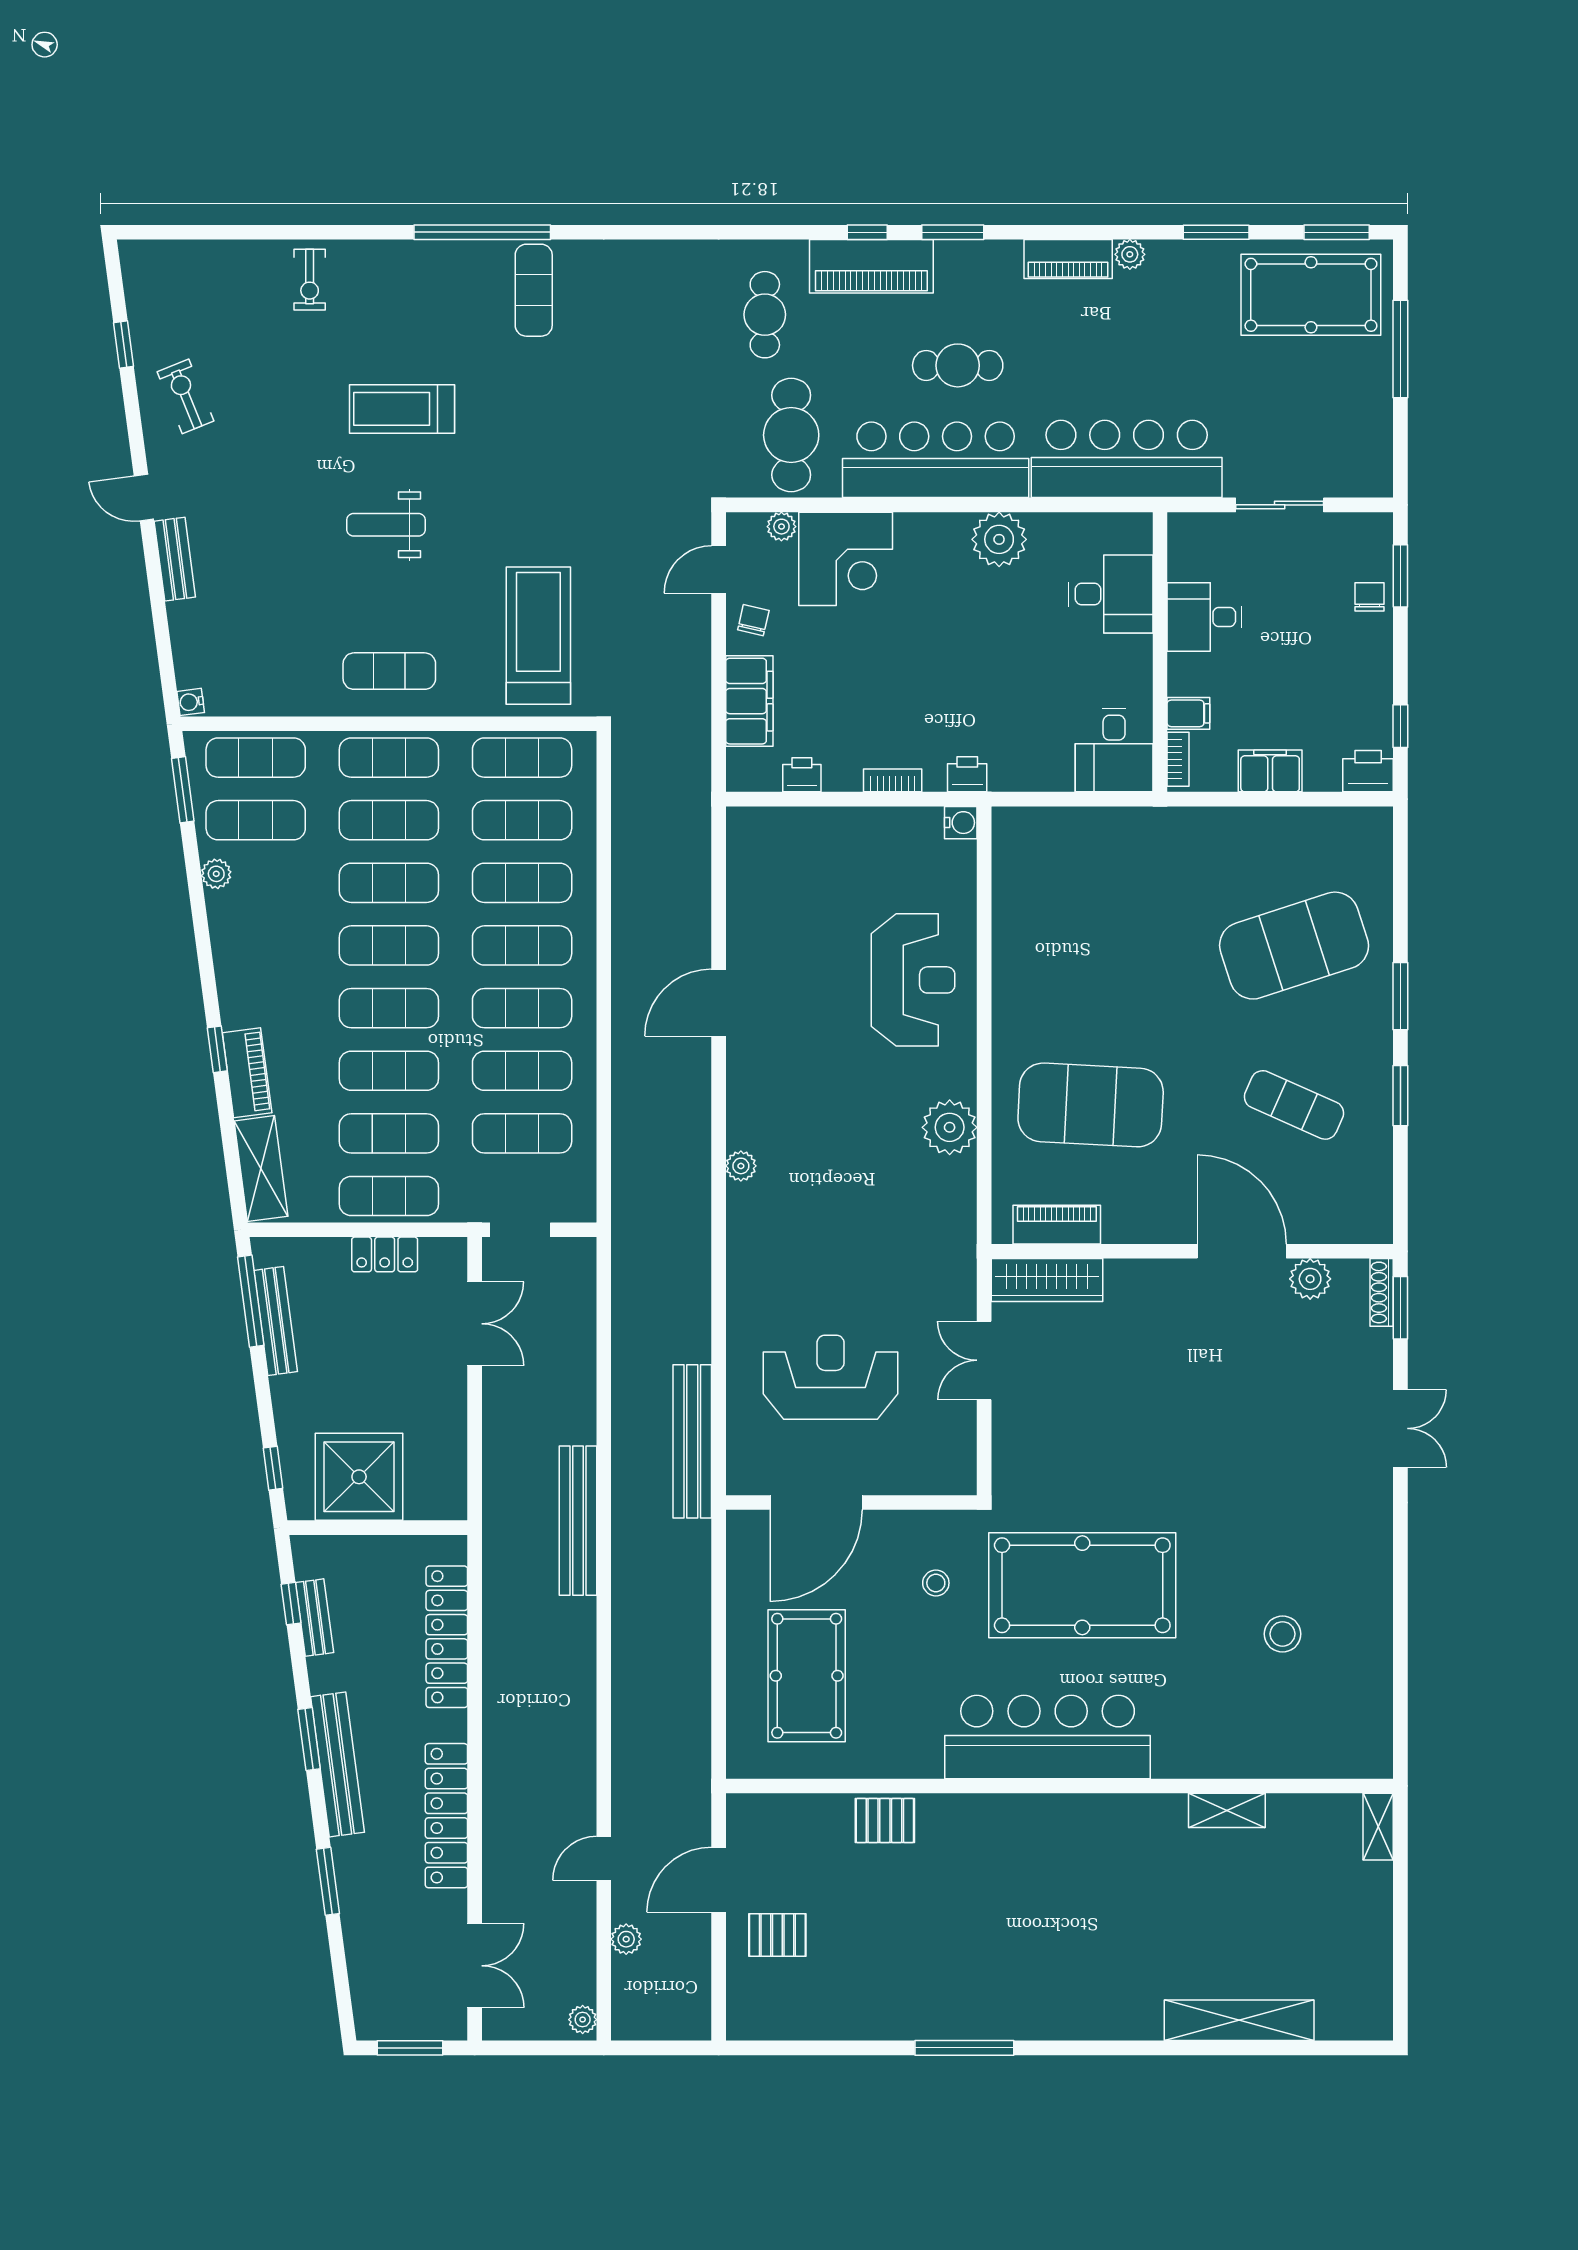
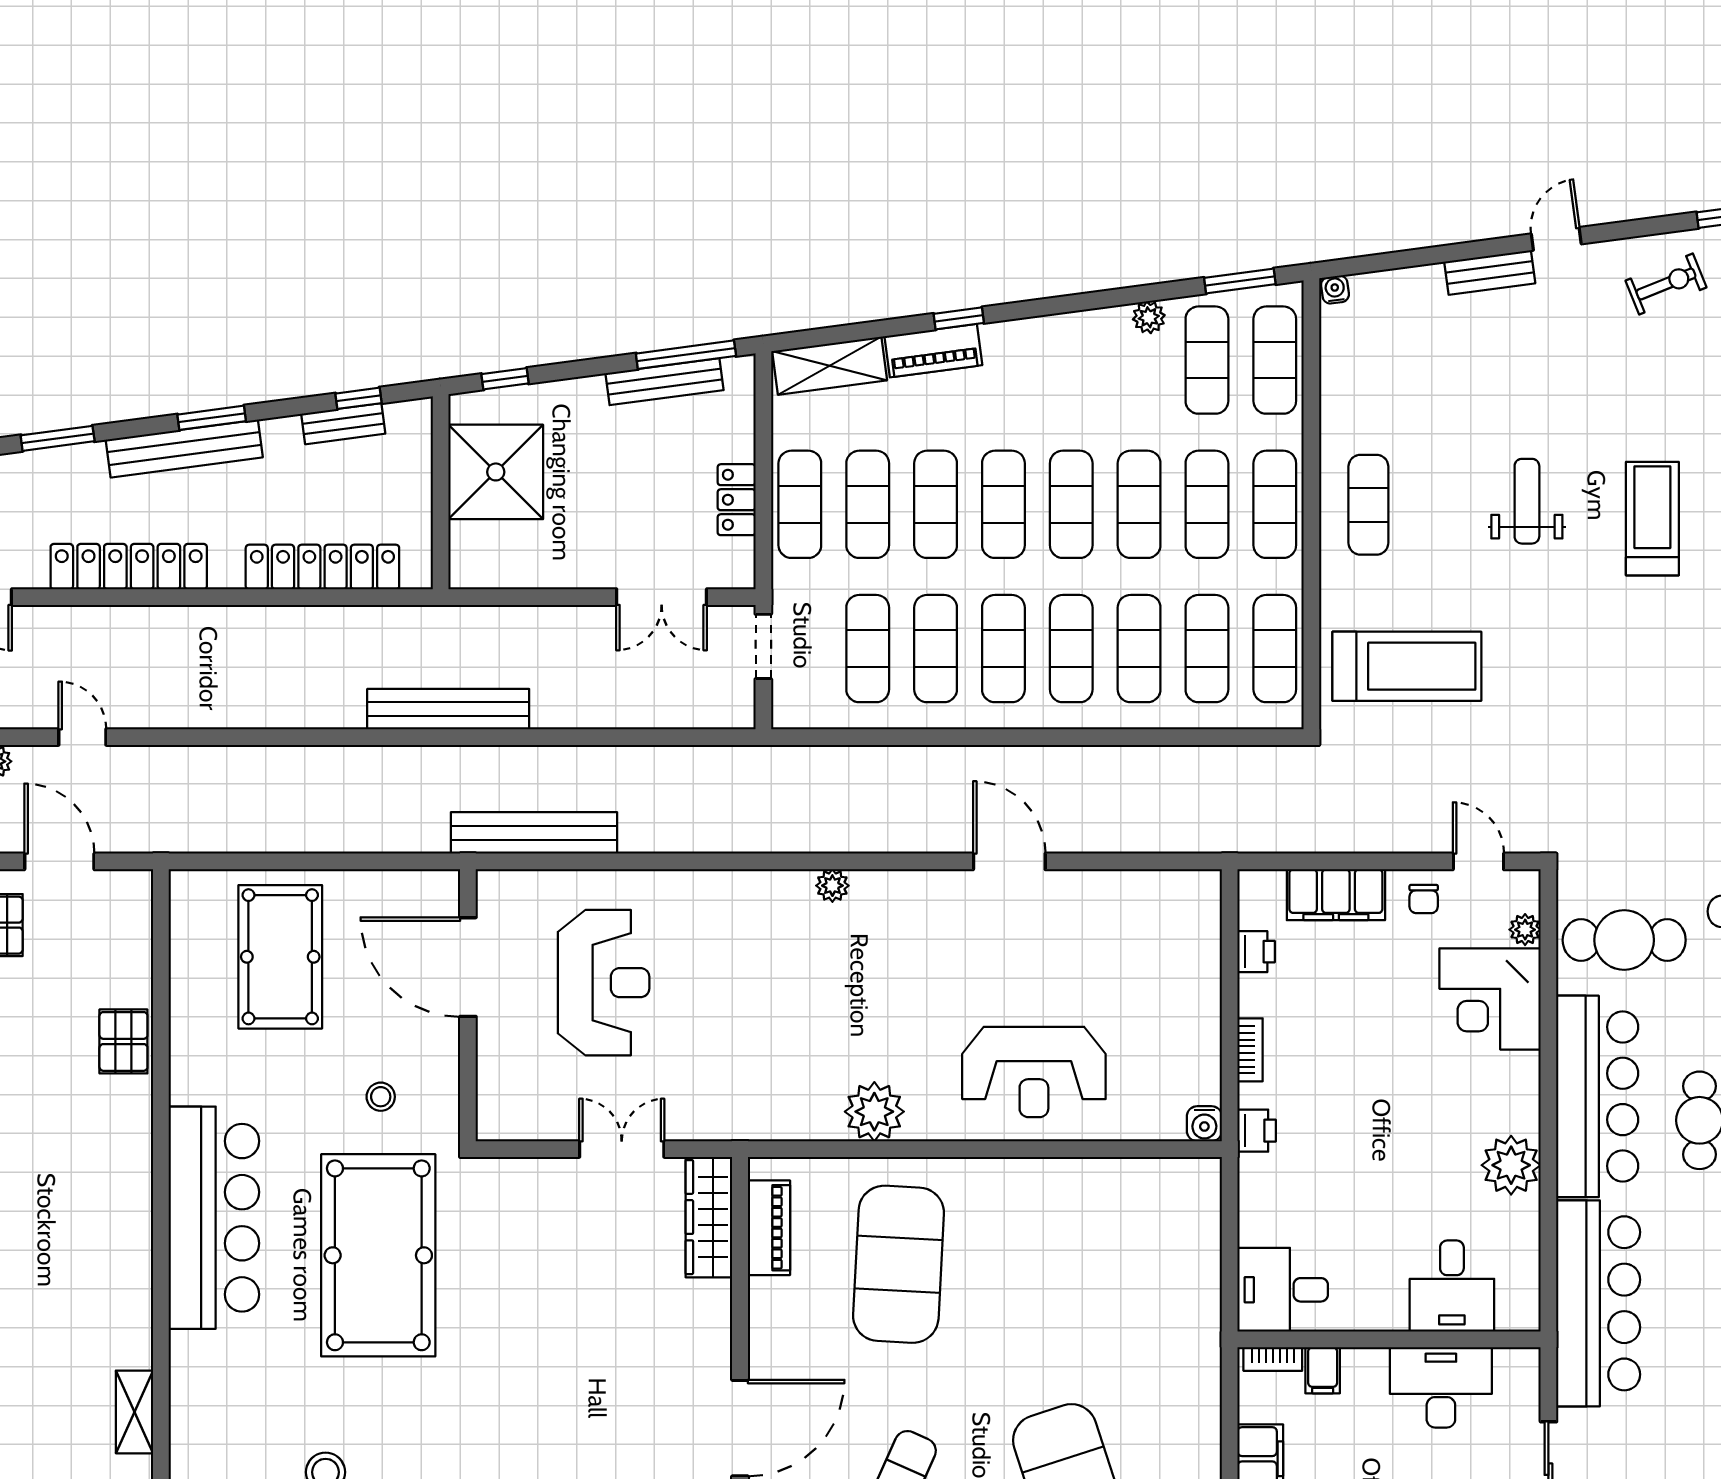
desk: (1204, 617) -> (1441, 1387), width x1.37
chair: (753, 620) -> (1424, 899), turned 77
pool table: (807, 1676) -> (280, 957), turned 90

